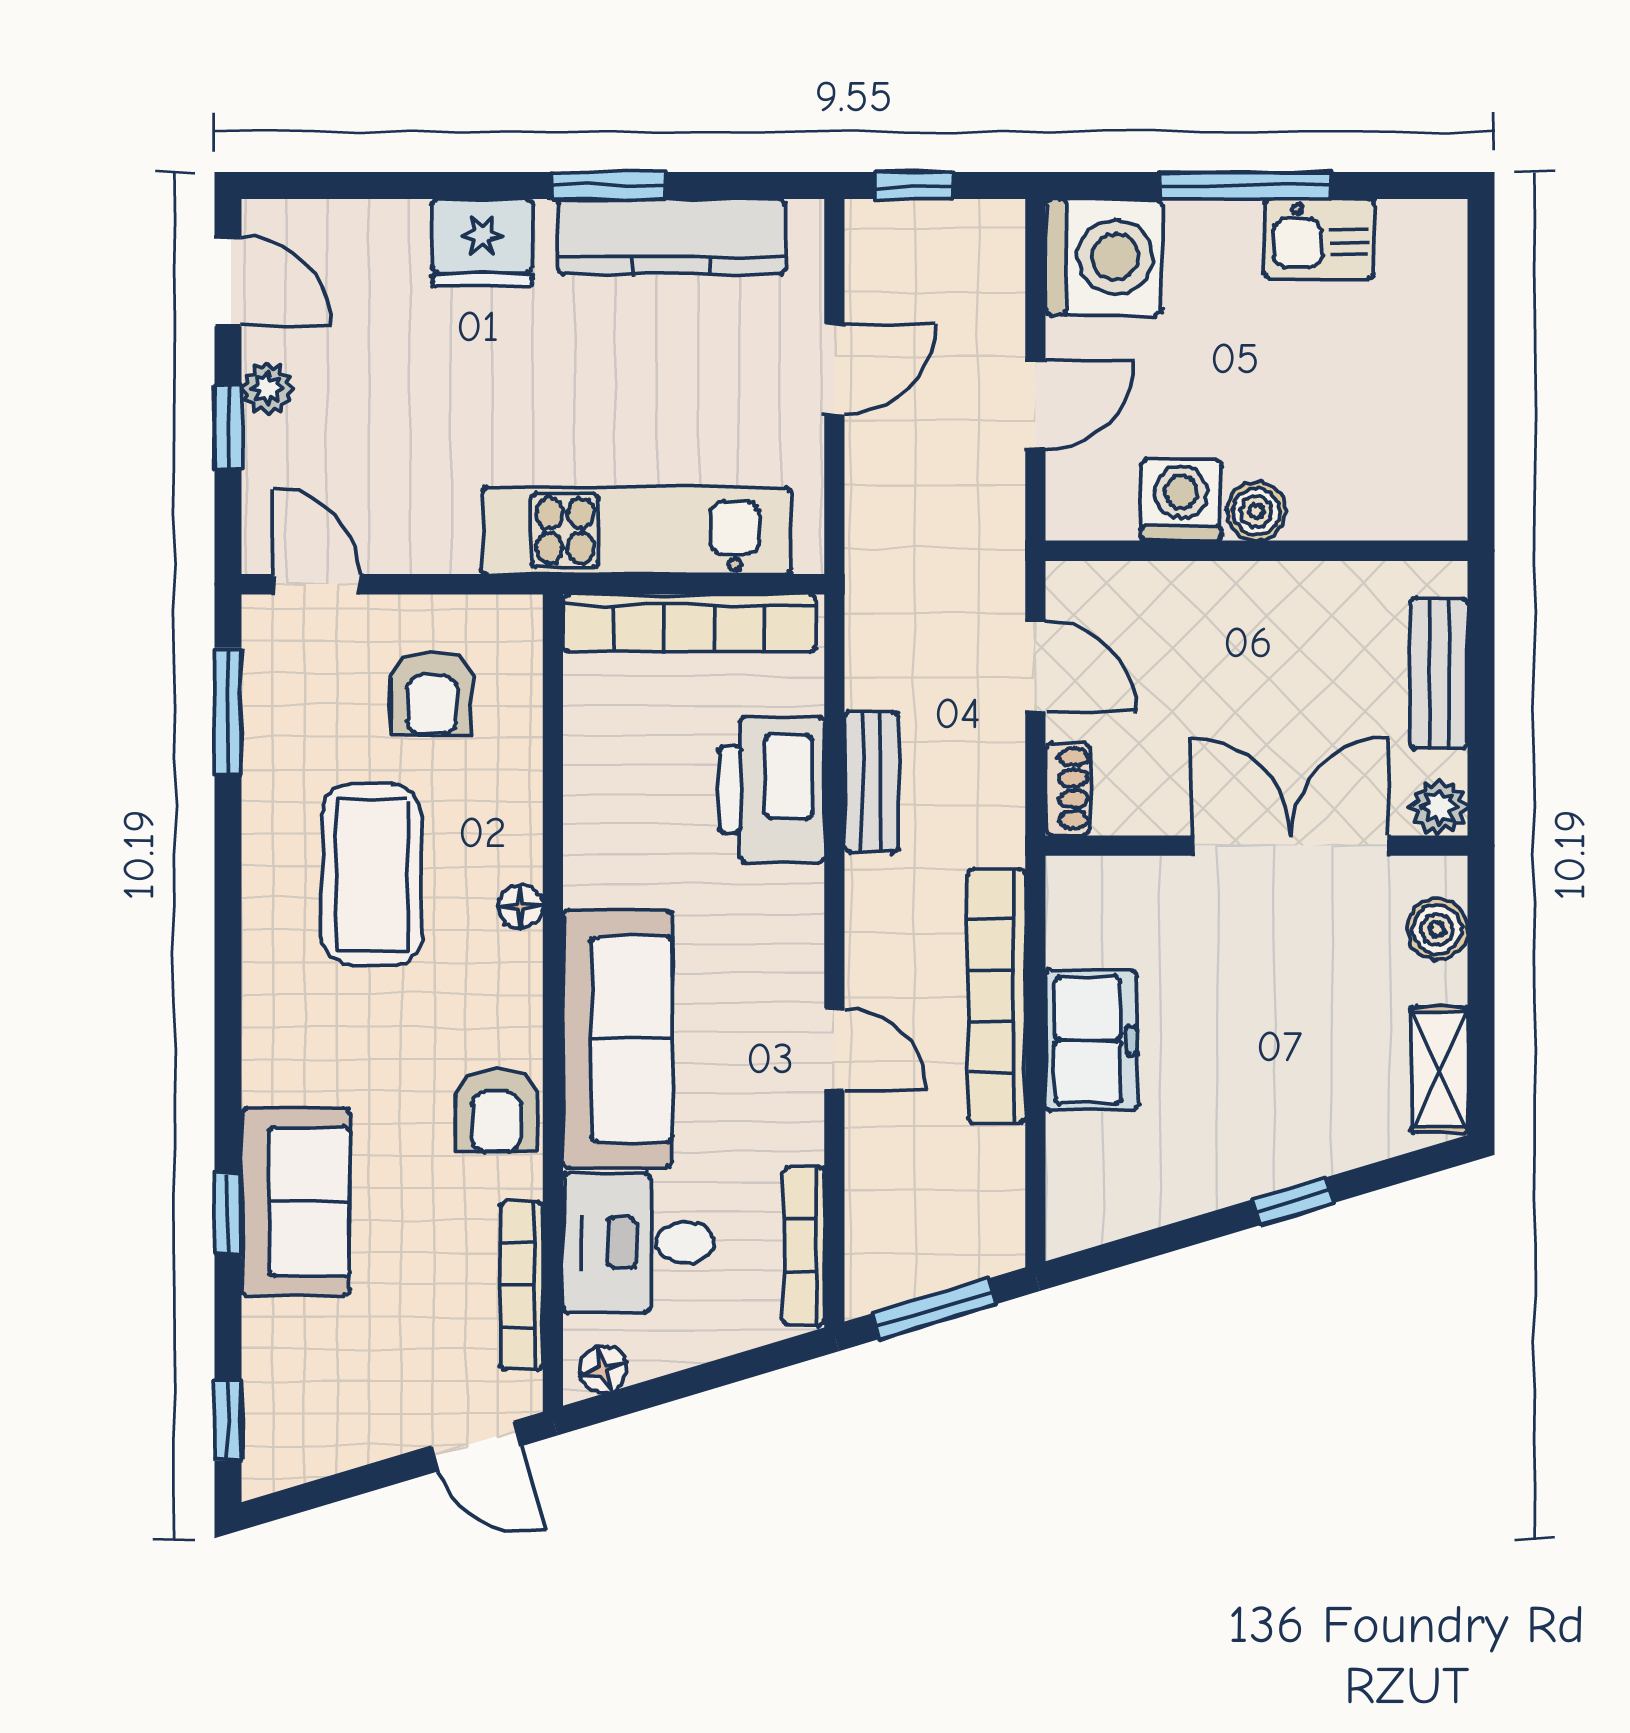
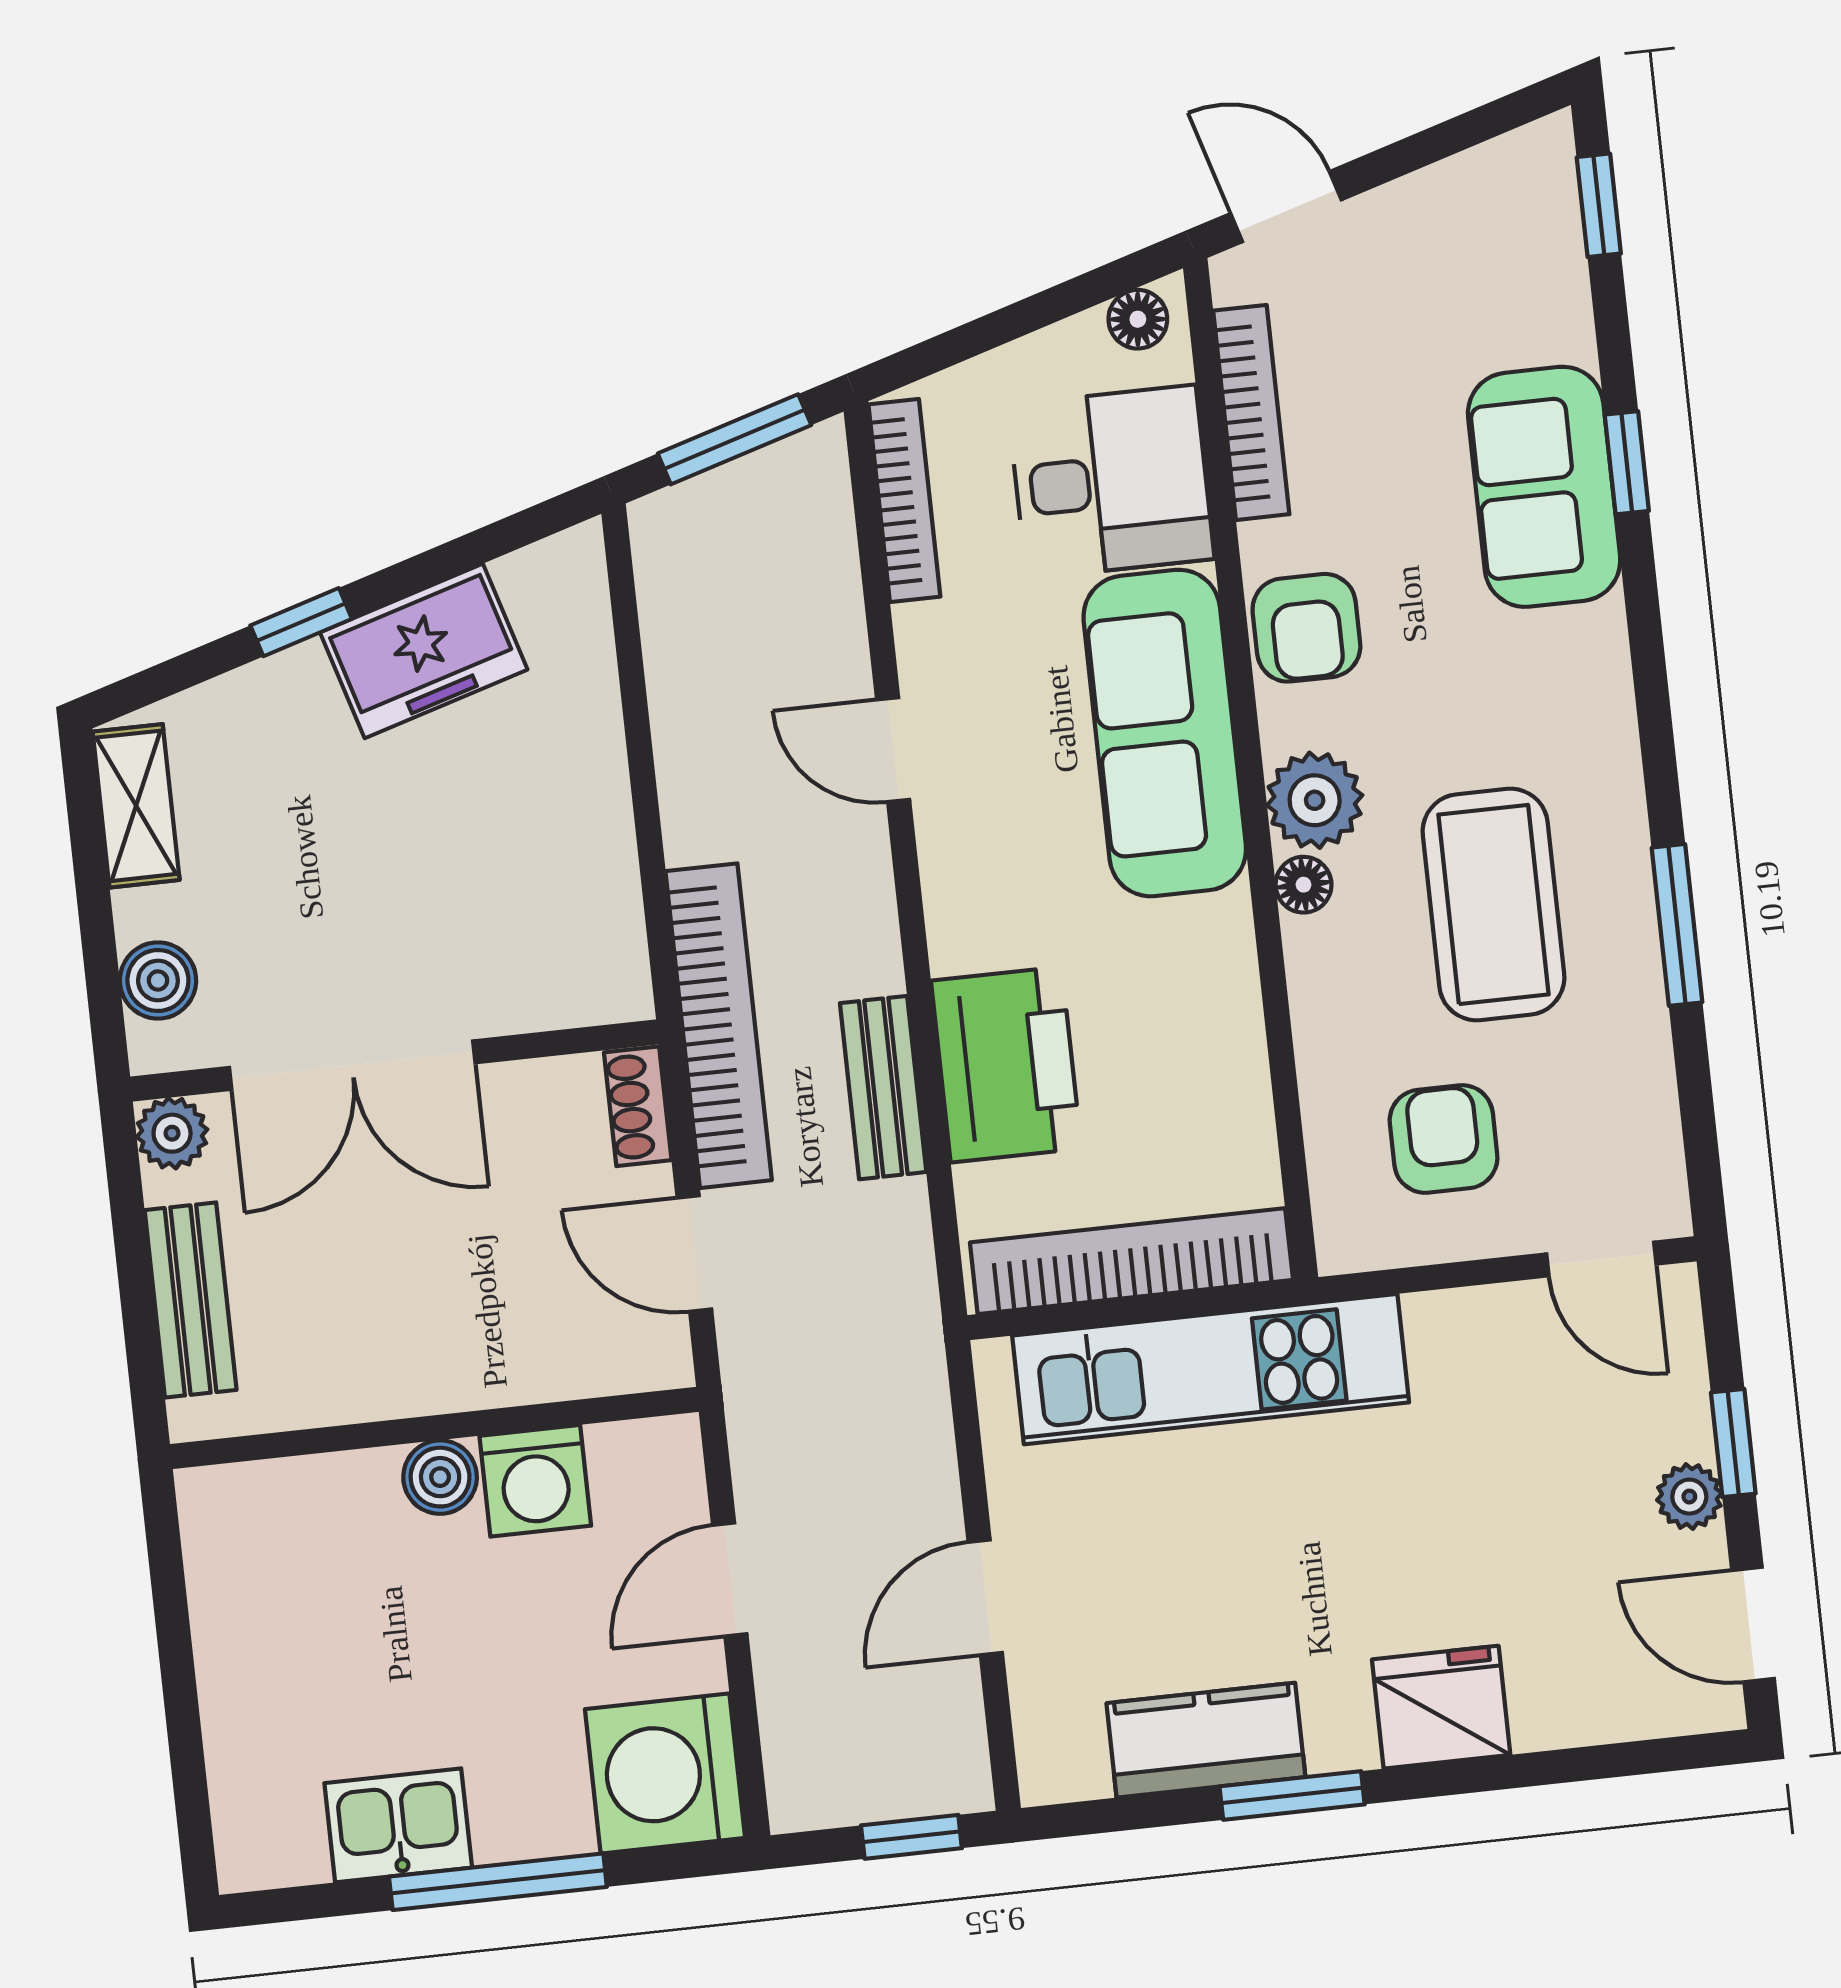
kitchen counter: (672, 237) -> (1206, 1740), width x0.67
window: (228, 711) -> (1677, 925), moved
plant: (505, 973) -> (1315, 800), added
bookcase: (997, 996) -> (719, 1026), moved
freezer: (1091, 1040) -> (424, 651), moved, turned -107
armchair: (496, 1110) -> (1306, 628), turned 180

